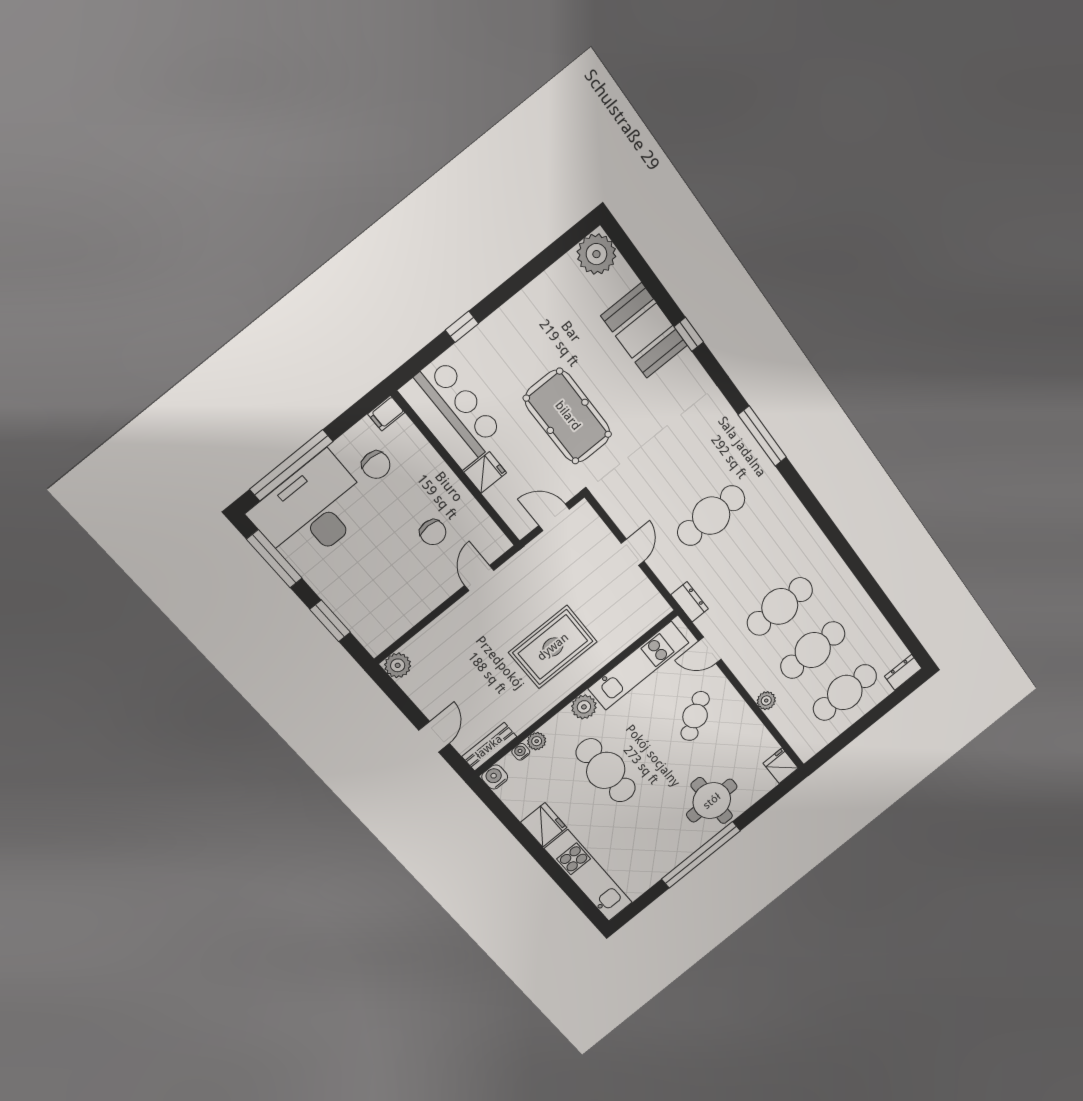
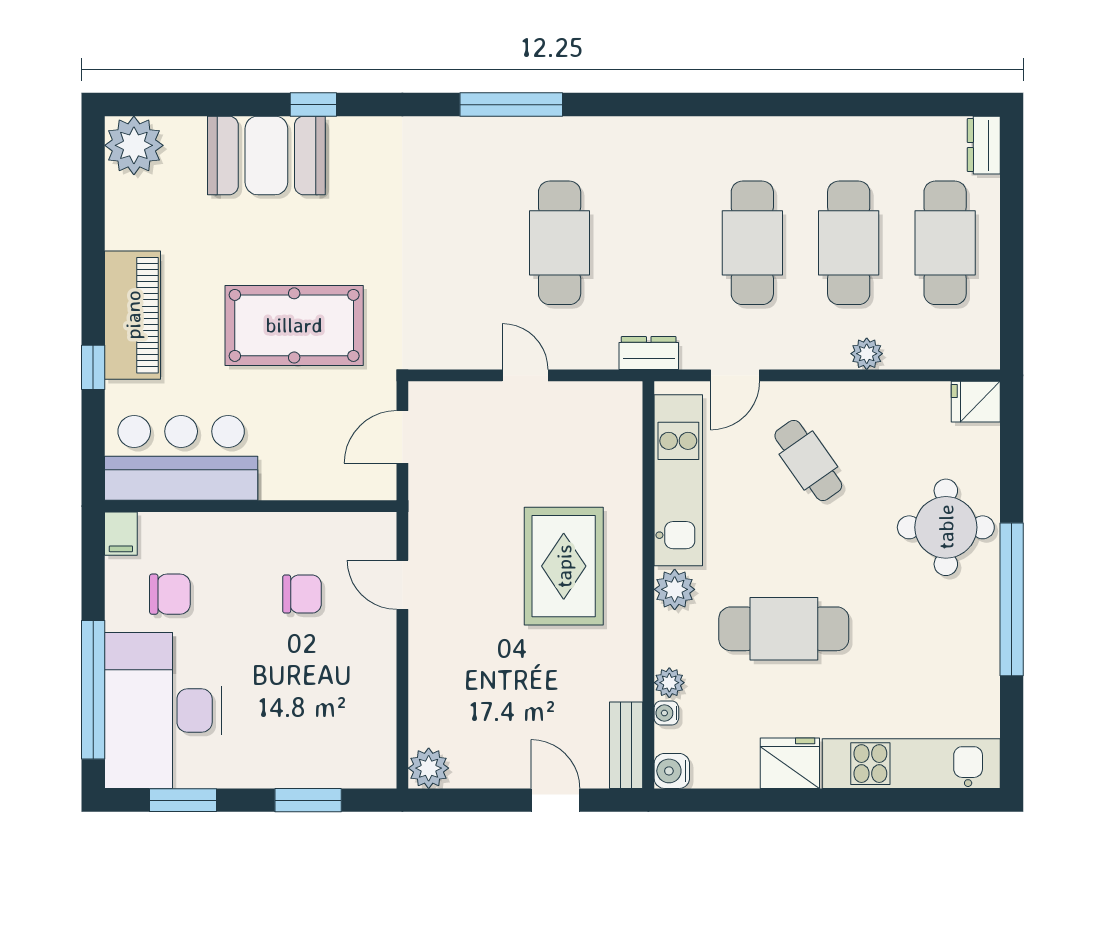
piano: (506, 326) -> (133, 315), added
fridge: (485, 472) -> (282, 476), removed
window: (274, 559) -> (183, 800), width x0.69

